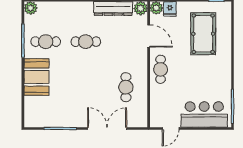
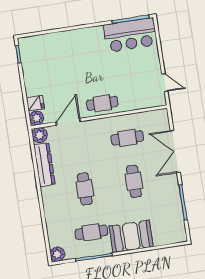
pool table: (203, 34) -> (57, 63), removed
cafe table: (46, 42) -> (91, 232), turned 90
cafe table: (86, 87) -> (134, 181), added
bar counter: (204, 114) -> (130, 35), moved, turned -90

